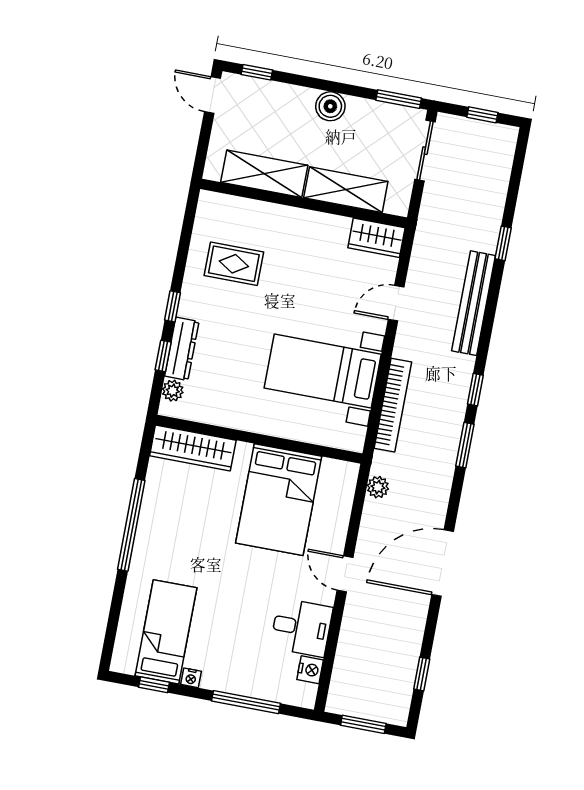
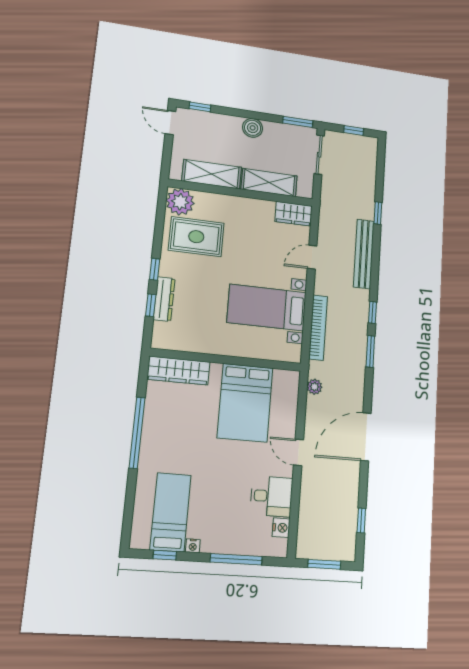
rug: (234, 264) -> (196, 237), width x1.36, depth x1.43
plant: (173, 391) -> (180, 202), moved, width x1.88, depth x1.88

